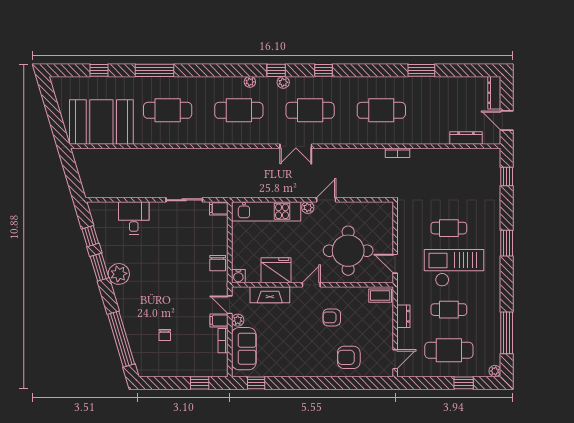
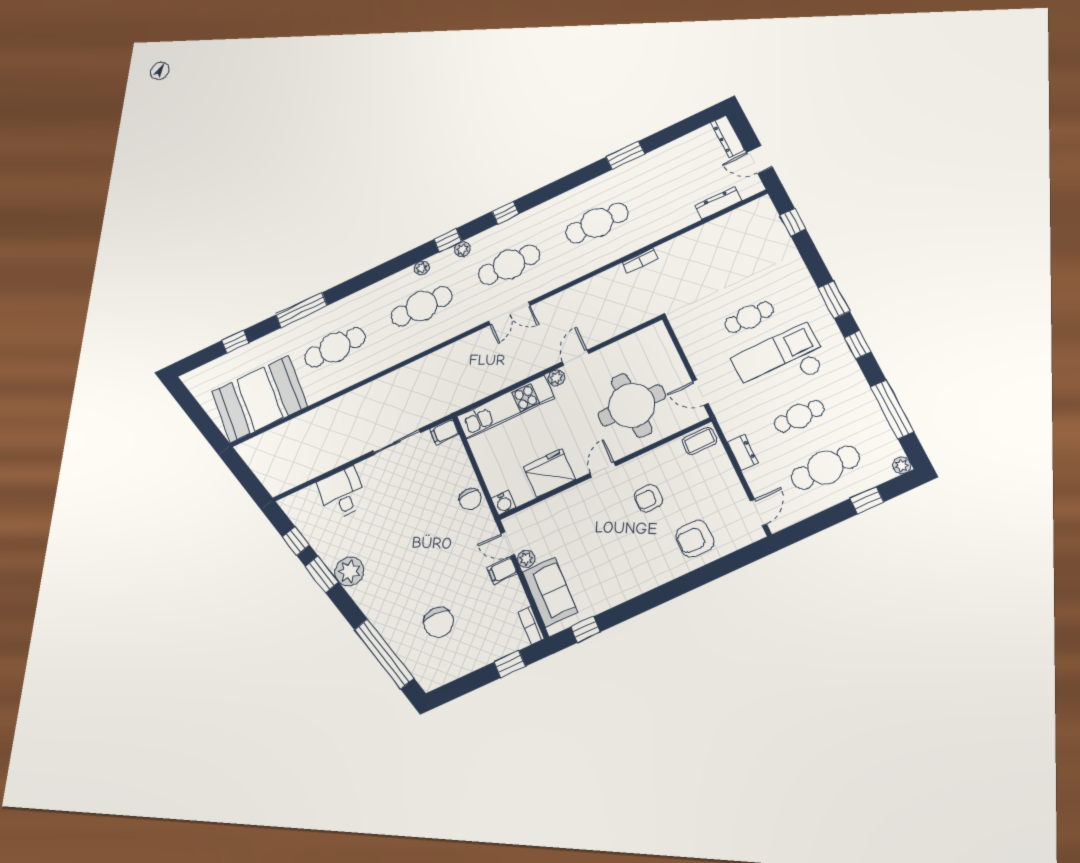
window: (507, 281) -> (858, 345), added
fireplace: (270, 295) -> (554, 507), removed
chair: (165, 335) -> (439, 622), width x1.87, depth x1.87
bookcase: (223, 341) -> (531, 625), moved

